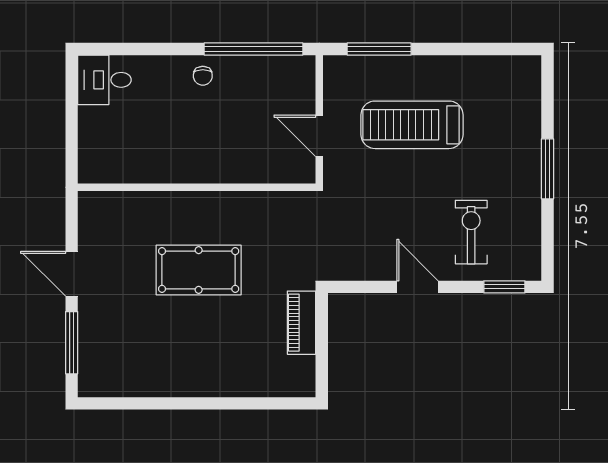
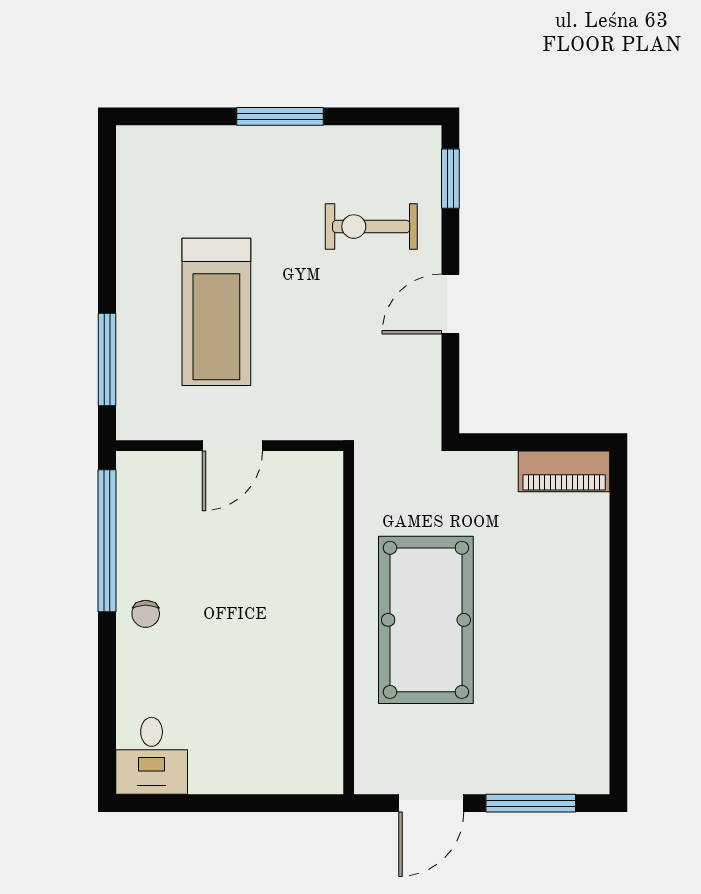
chair: (203, 76) -> (146, 614), turned 90
wall: (197, 187) -> (349, 623), moved
pool table: (199, 270) -> (426, 620), width x1.36, depth x1.32
piano: (302, 323) -> (564, 471), moved

